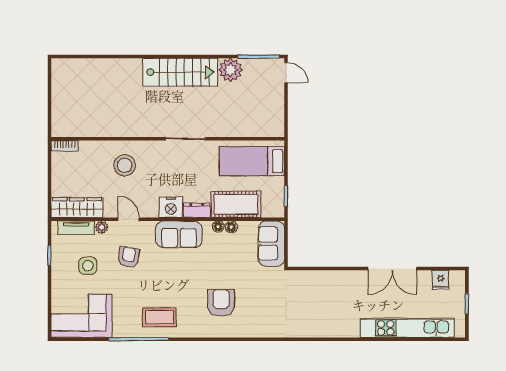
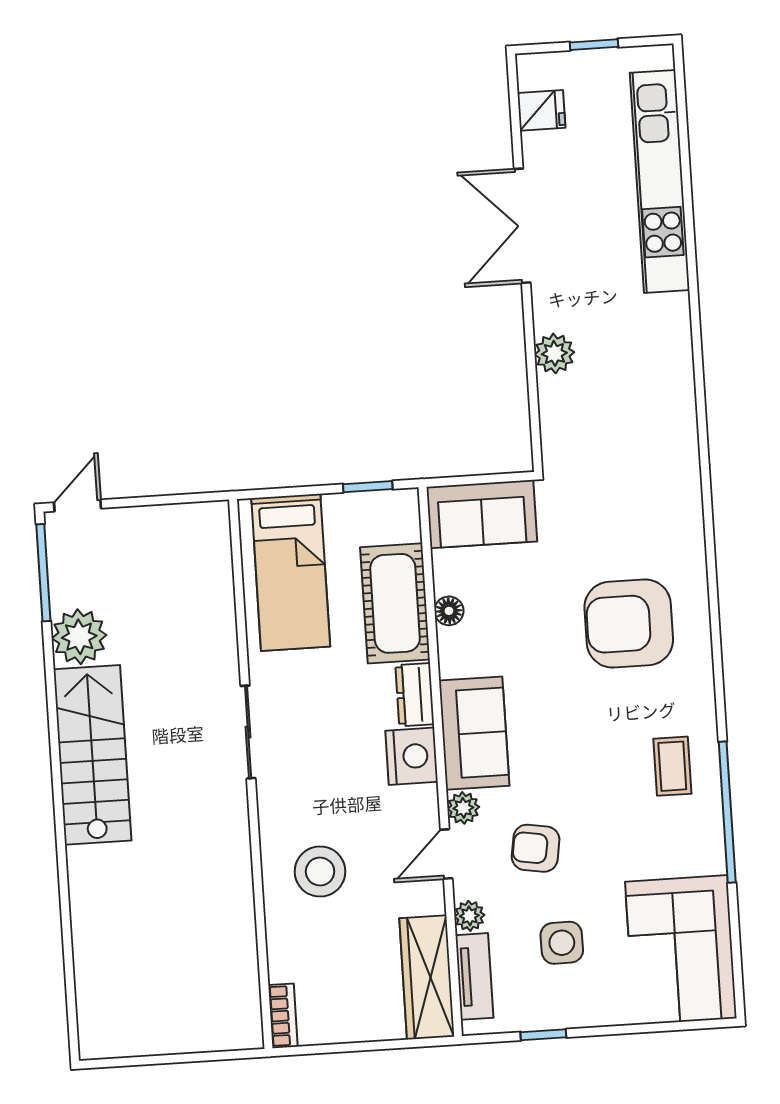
floor lamp: (218, 227) -> (450, 642), removed
plant: (148, 228) -> (463, 808), added
double door: (392, 269) -> (522, 226), swing flipped
plant: (337, 279) -> (554, 353), added
armchair: (221, 303) -> (629, 623), width x1.36, depth x1.36
coffee table: (159, 317) -> (672, 766), width x0.73, depth x0.77

